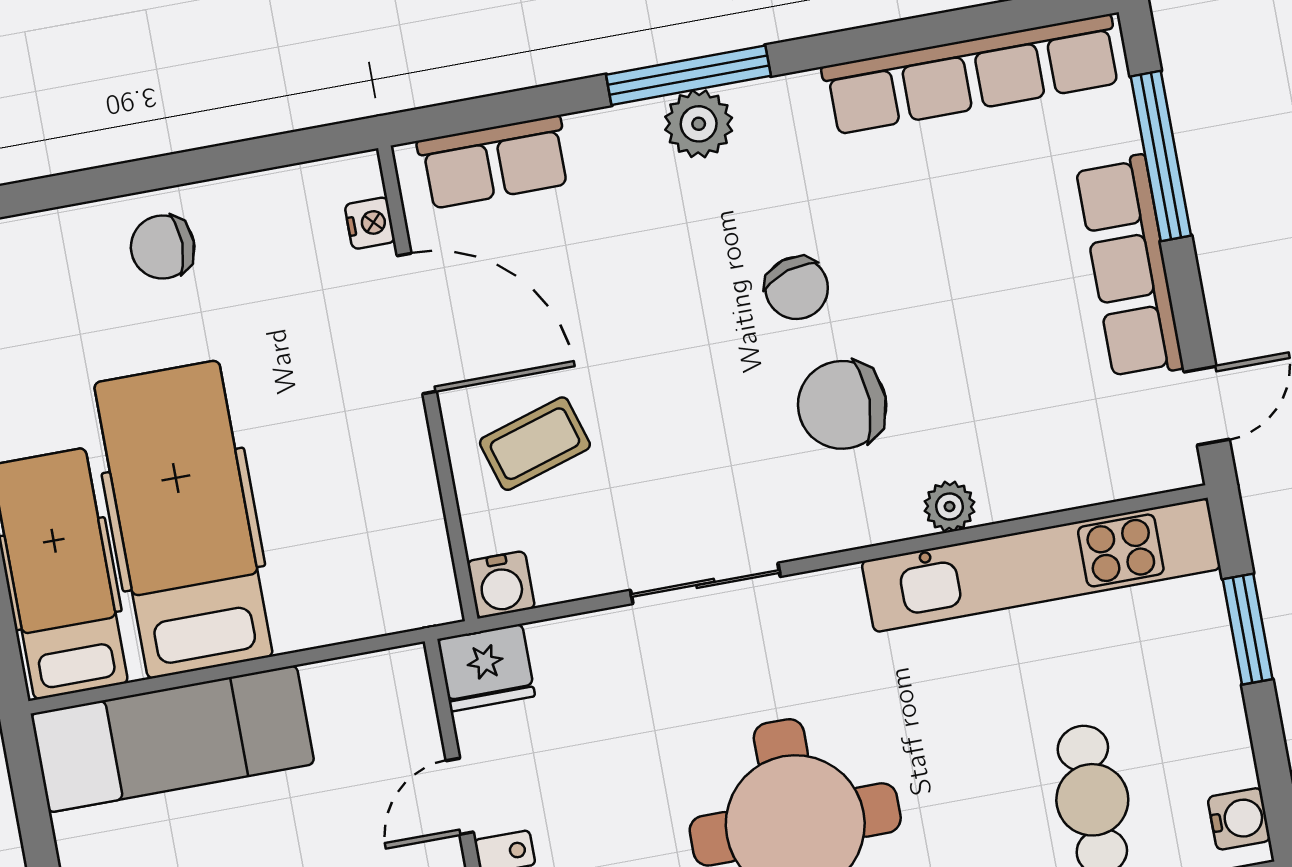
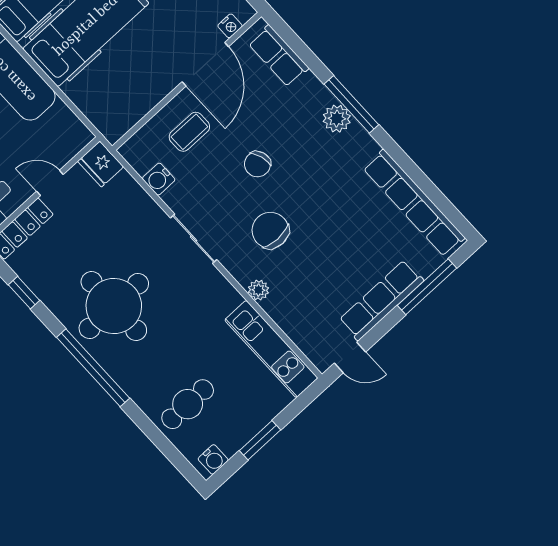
chair: (797, 288) -> (257, 164), moved
coffee table: (535, 444) -> (189, 132), turned -73
kitchen unit: (1041, 565) -> (271, 349), width x0.73
sliding door: (705, 583) -> (194, 239), moved
water cooler: (501, 585) -> (159, 179), moved
window: (1248, 629) -> (260, 440), moved

